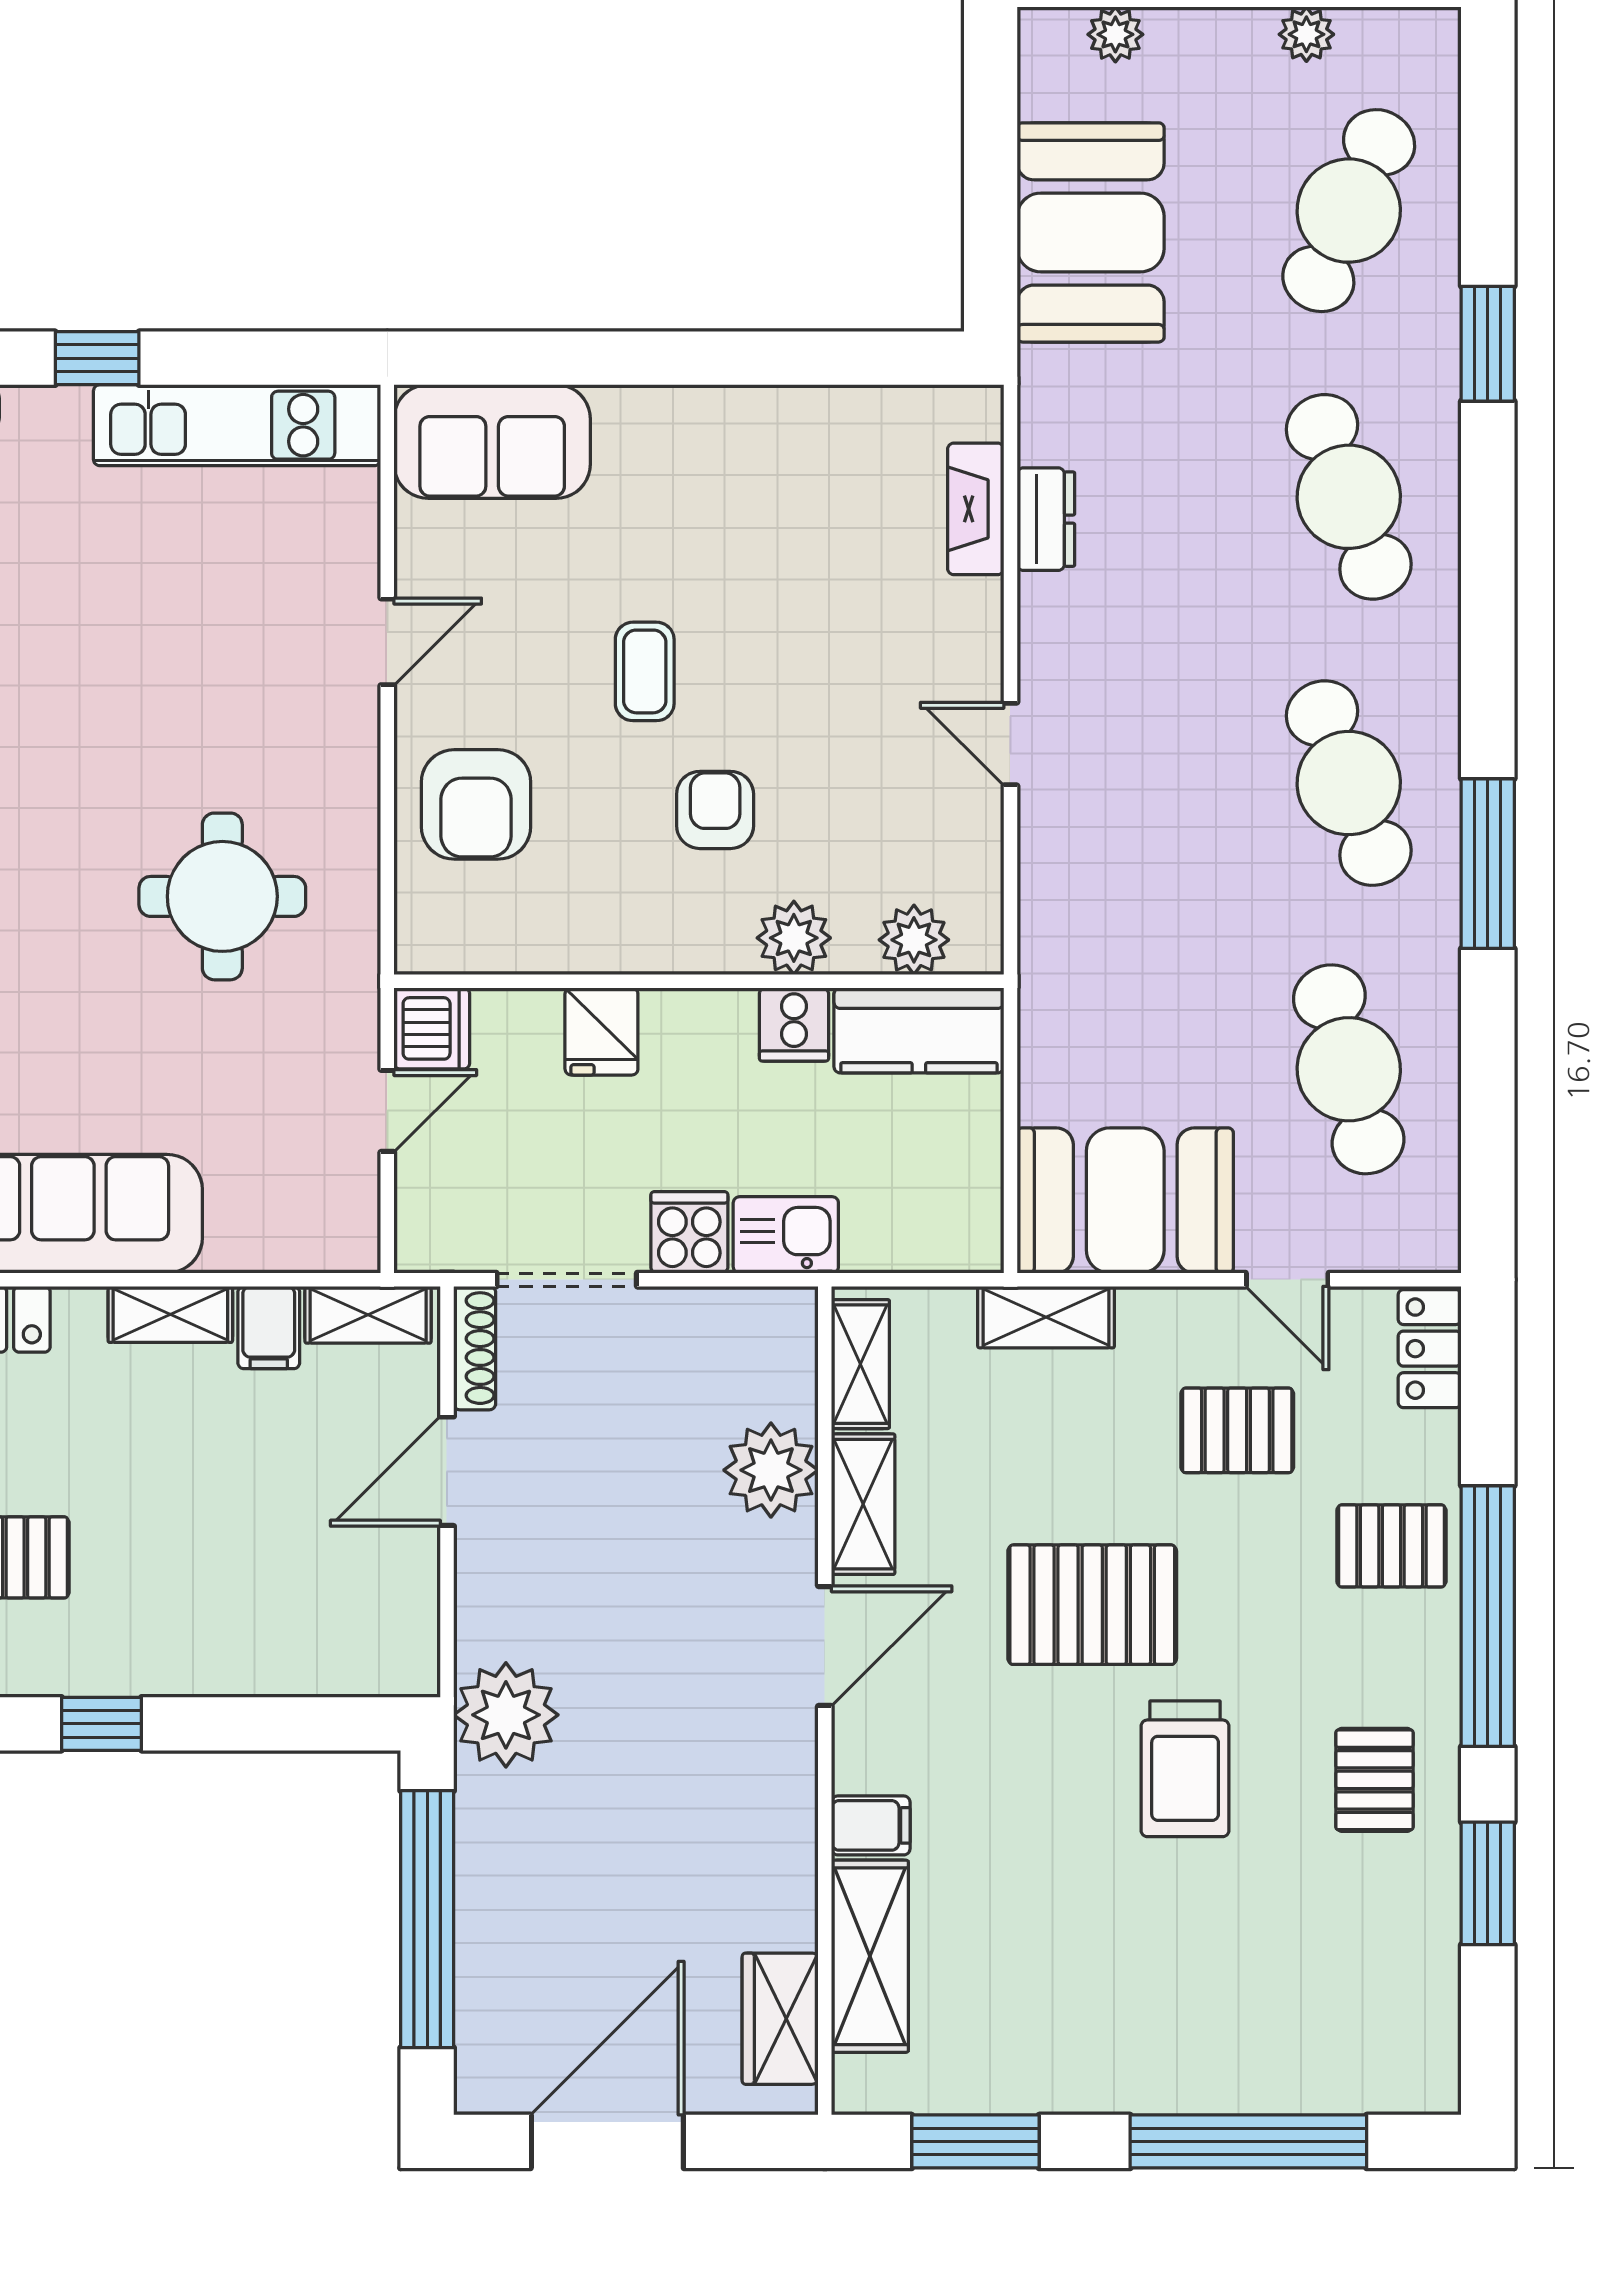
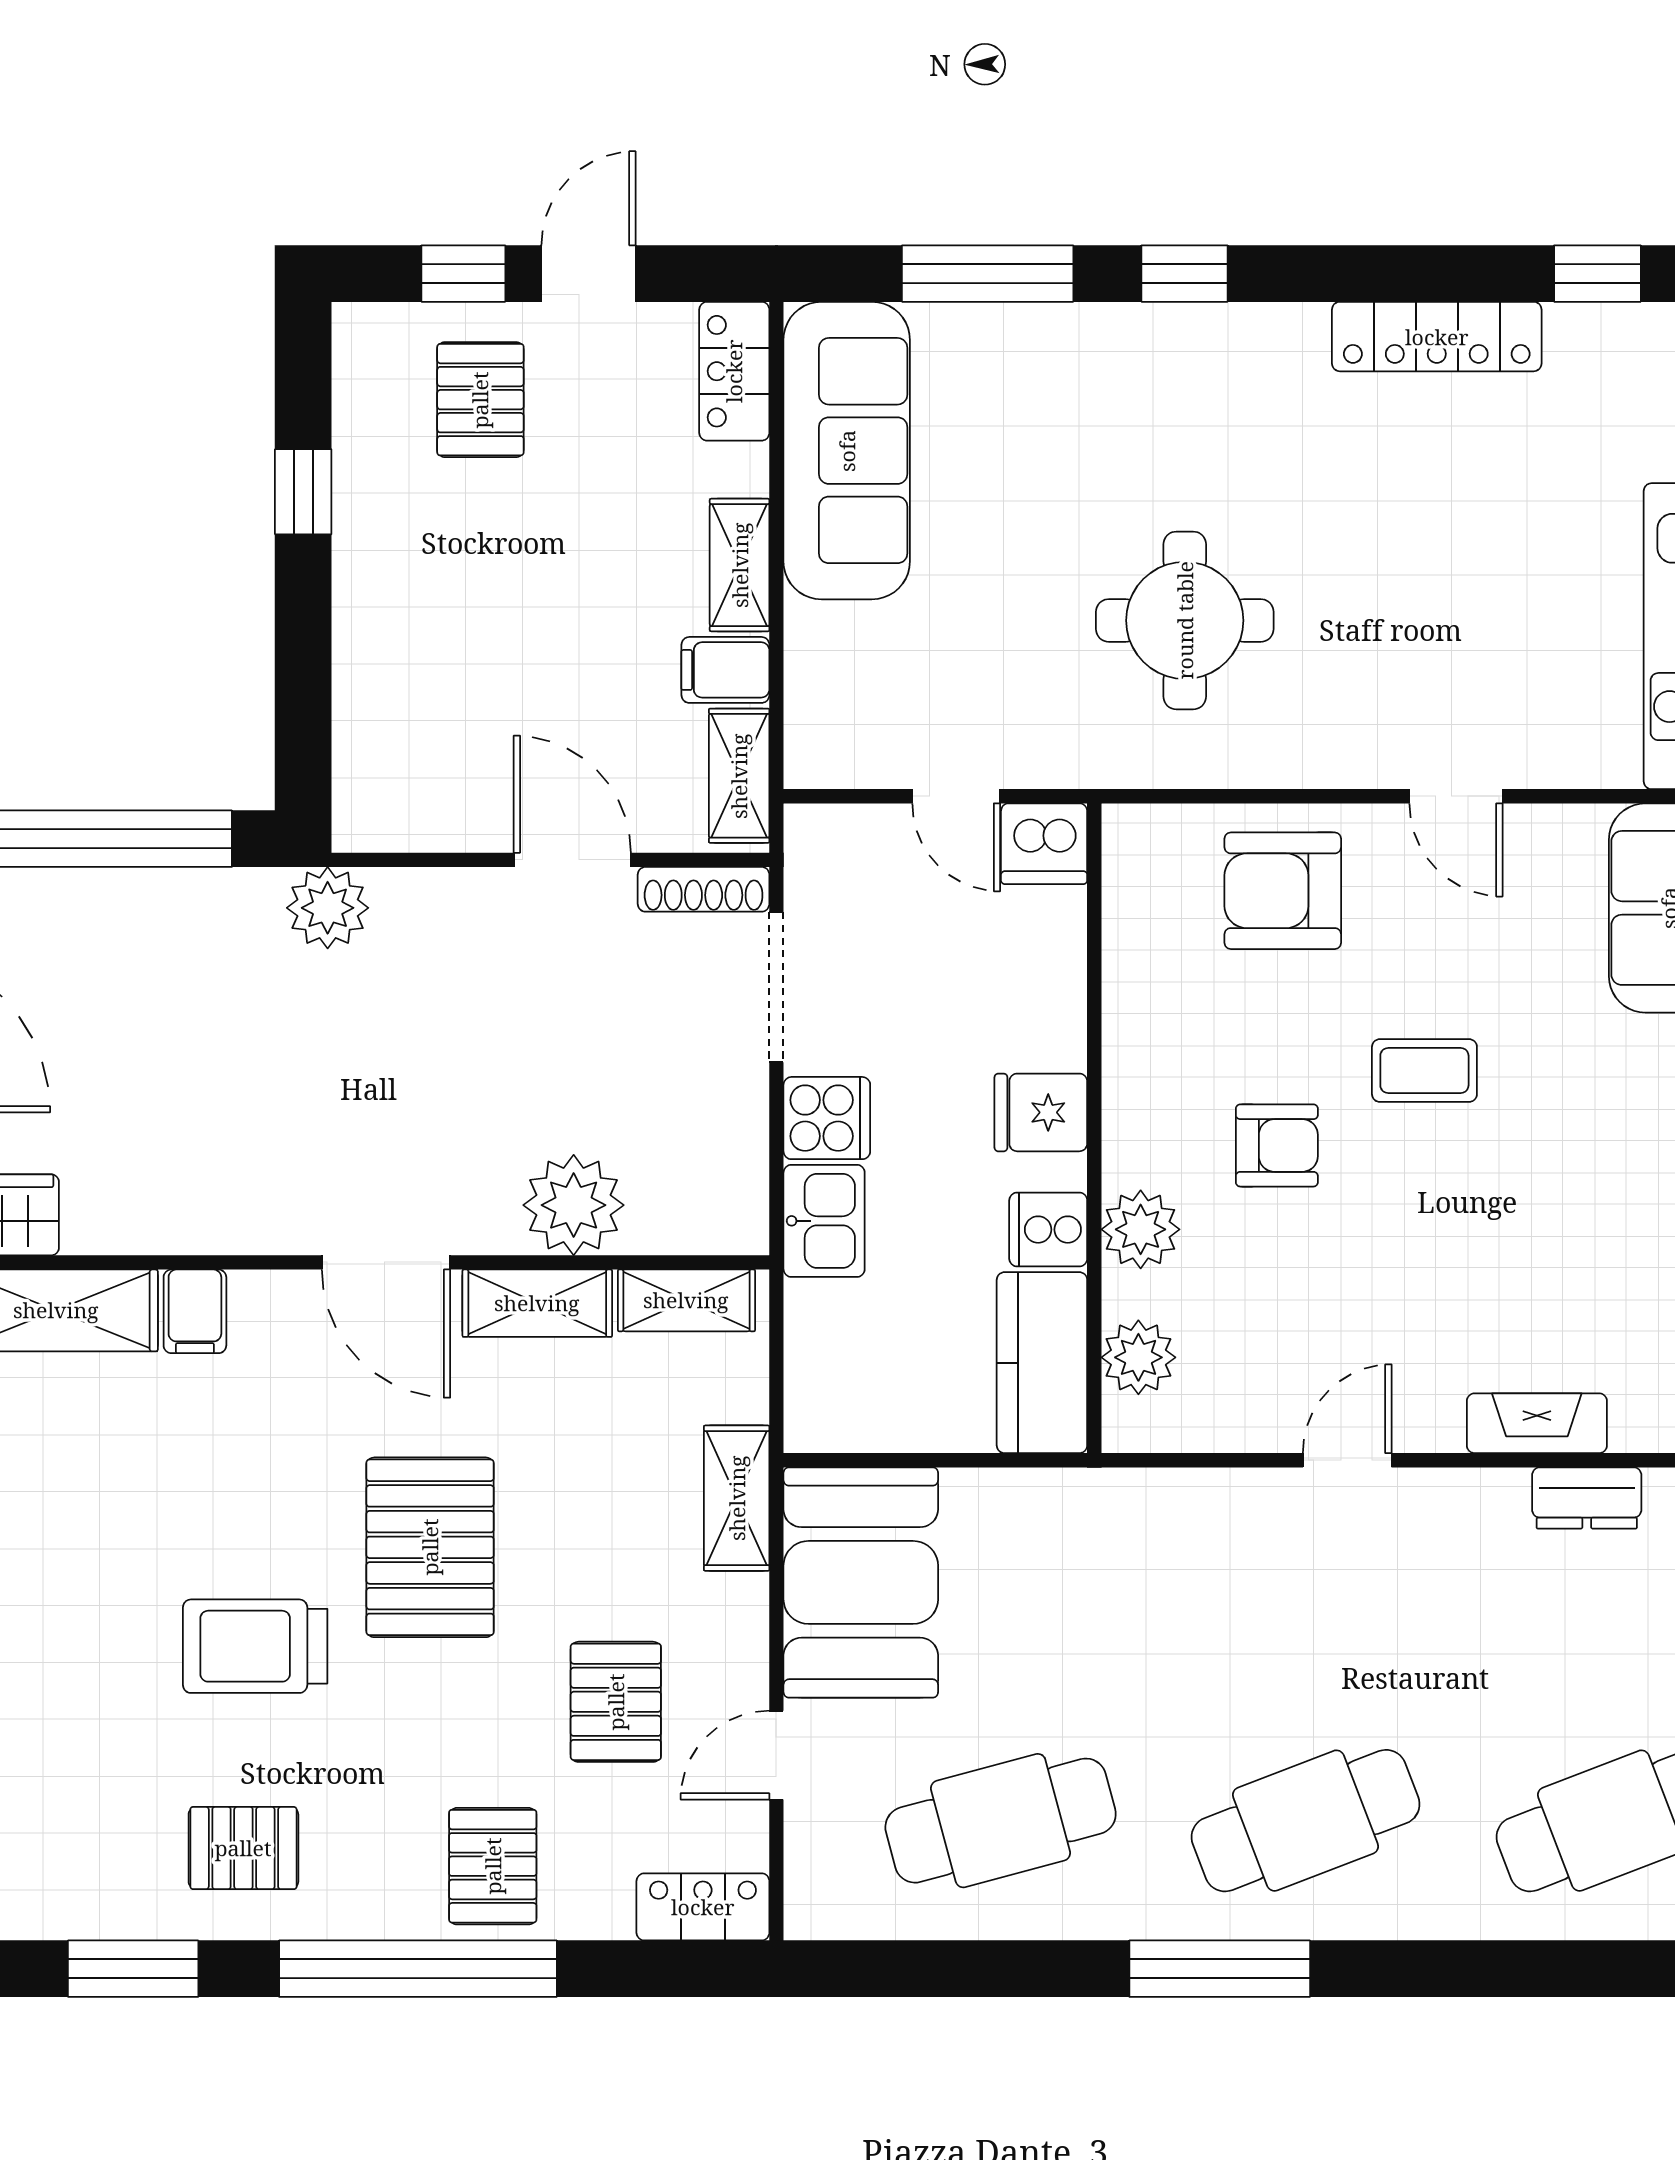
fireplace: (976, 509) -> (1537, 1423), moved
fridge: (601, 1031) -> (1041, 1112), moved
plant: (506, 1715) -> (328, 908), width x0.73, depth x0.73

